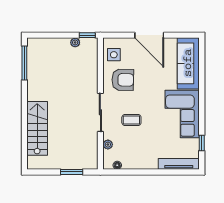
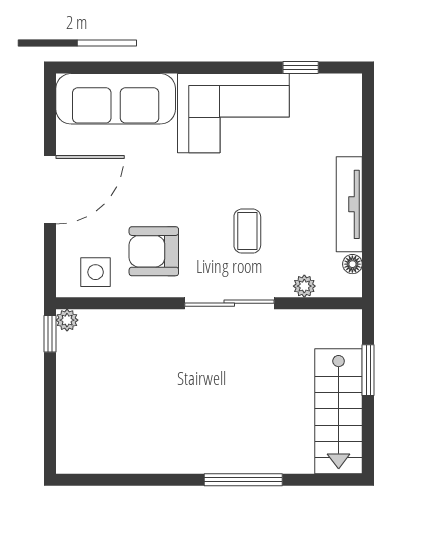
plant: (75, 42) -> (67, 320), moved
window: (24, 63) -> (243, 480), moved
armchair: (123, 80) -> (154, 251), turned -91
stairs: (37, 128) -> (339, 411), moved, turned -90
tv unit: (179, 164) -> (349, 204), moved

